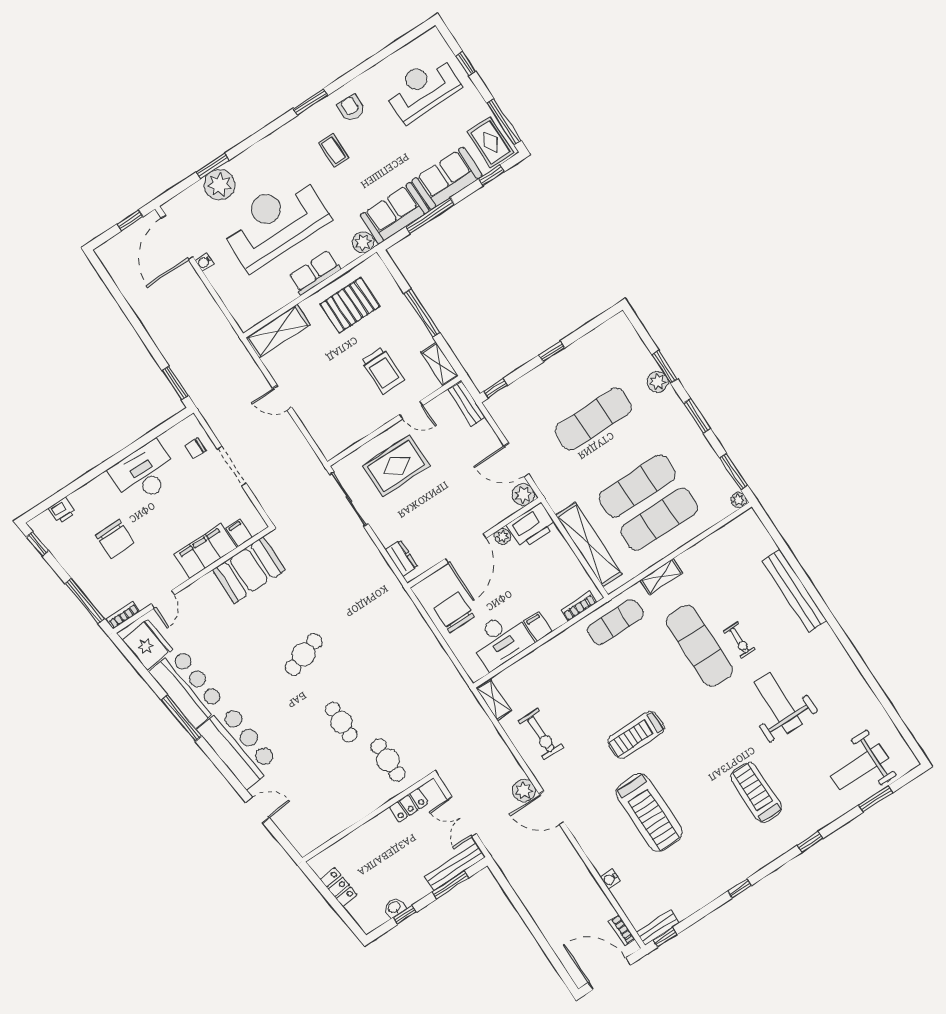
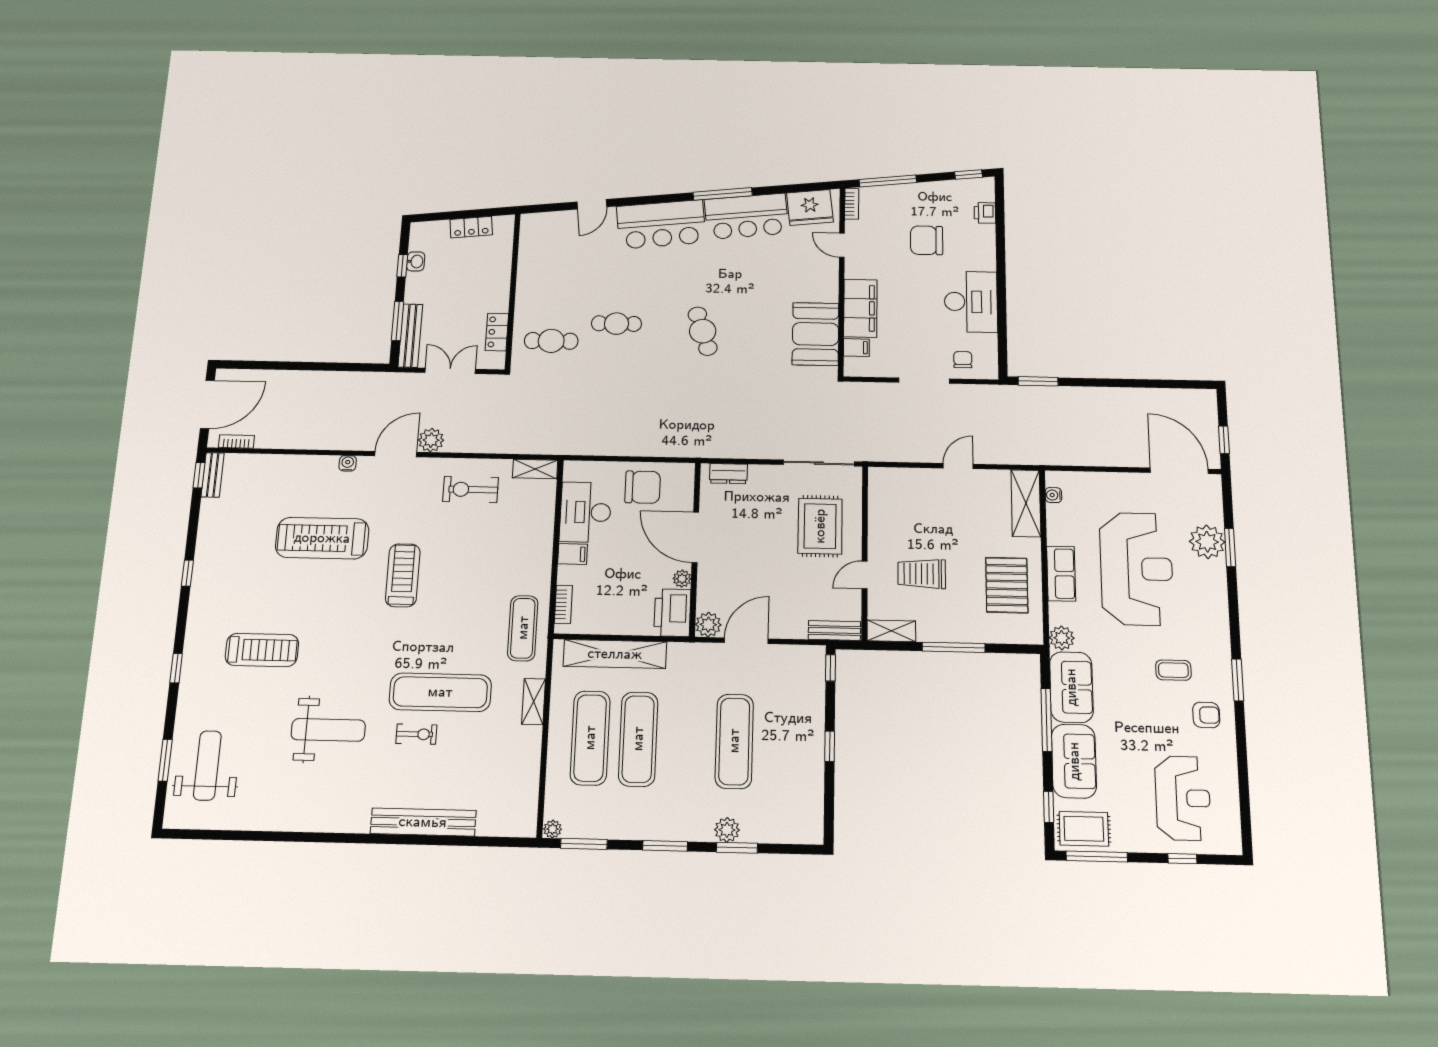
water cooler: (204, 262) -> (1053, 495), moved, turned -90
exercise bike: (739, 640) -> (416, 734), turned 180
water cooler: (610, 879) -> (348, 463), moved

